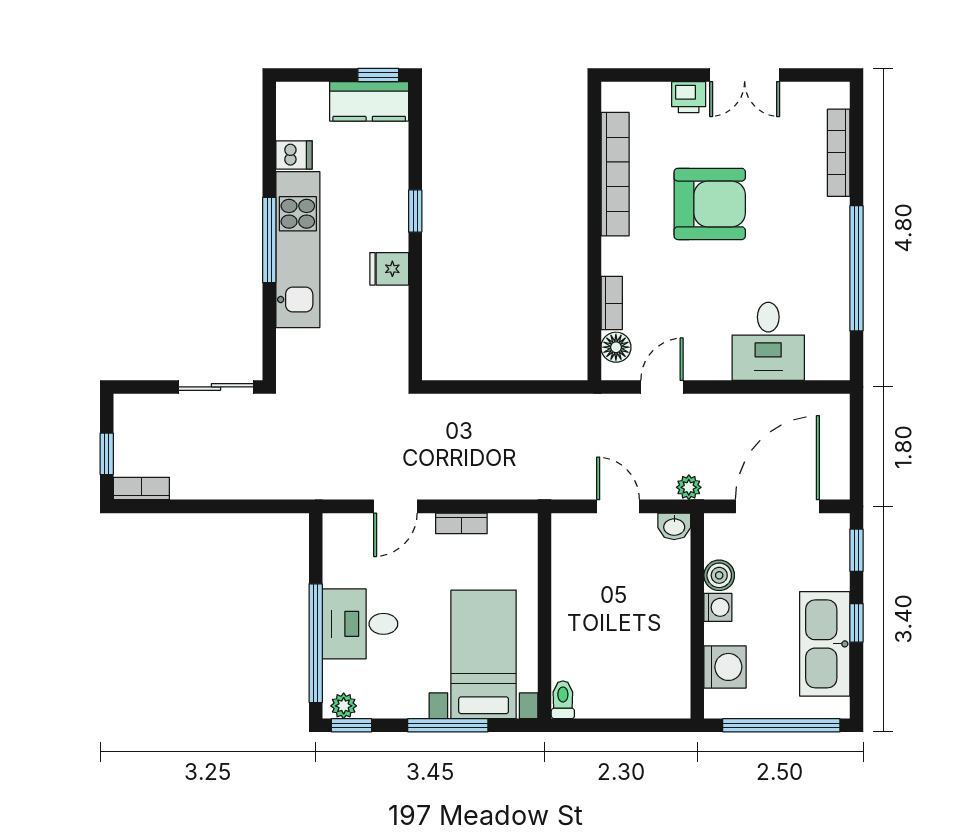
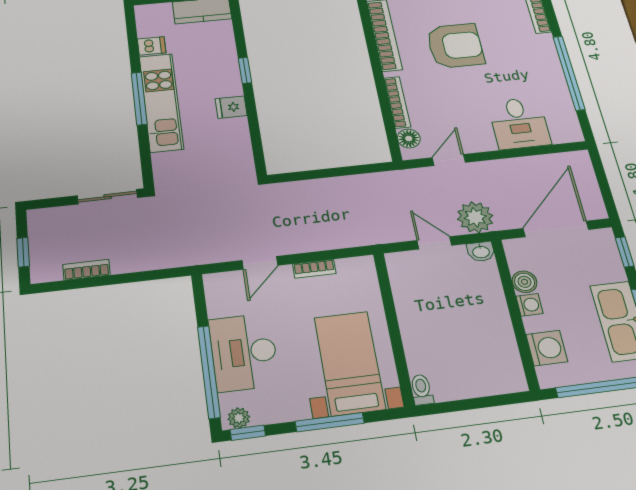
bookcase: (612, 303) -> (397, 102), width x1.56
plant: (689, 487) -> (475, 217), width x1.88, depth x1.88
bookcase: (141, 489) -> (86, 270), moved
desk: (360, 624) -> (244, 352), width x1.37

